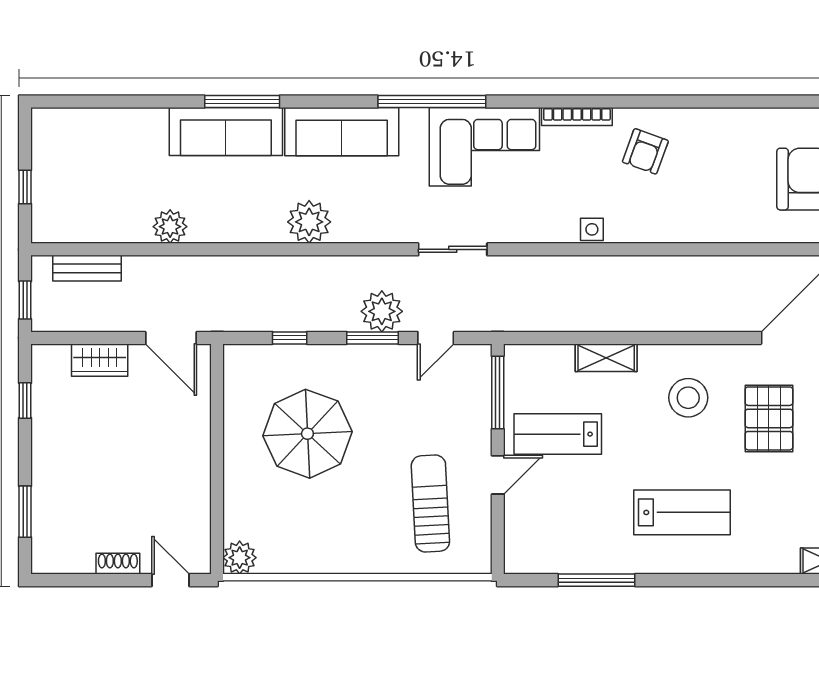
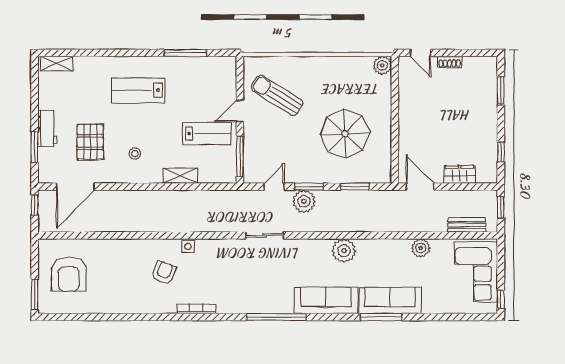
corner sofa: (484, 147) -> (476, 272), moved, turned -90
armchair: (645, 151) -> (164, 273), moved
window: (25, 187) -> (501, 299), moved
window: (290, 338) -> (355, 187), width x1.50
stool: (688, 398) -> (135, 154), width x0.53, depth x0.53
sun lounger: (430, 504) -> (277, 95), turned 125

